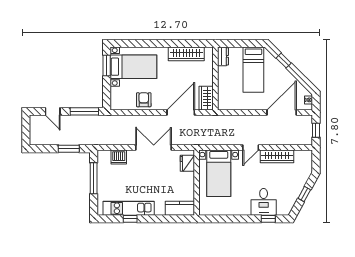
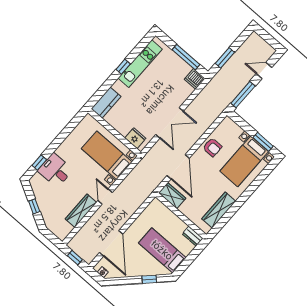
dishwasher: (119, 157) -> (195, 79), moved, turned -90
window: (130, 219) -> (123, 67), moved

